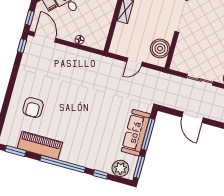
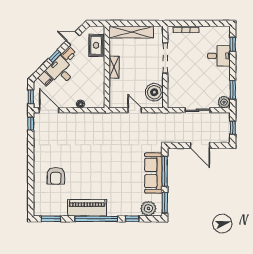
door: (134, 62) -> (135, 110), swing flipped
piano: (40, 145) -> (87, 208), moved

